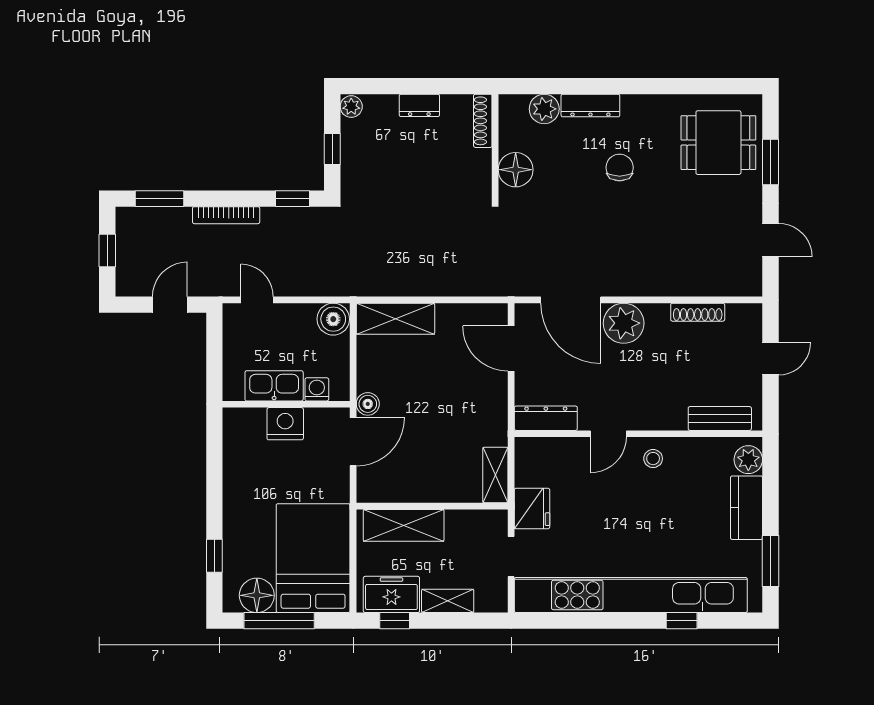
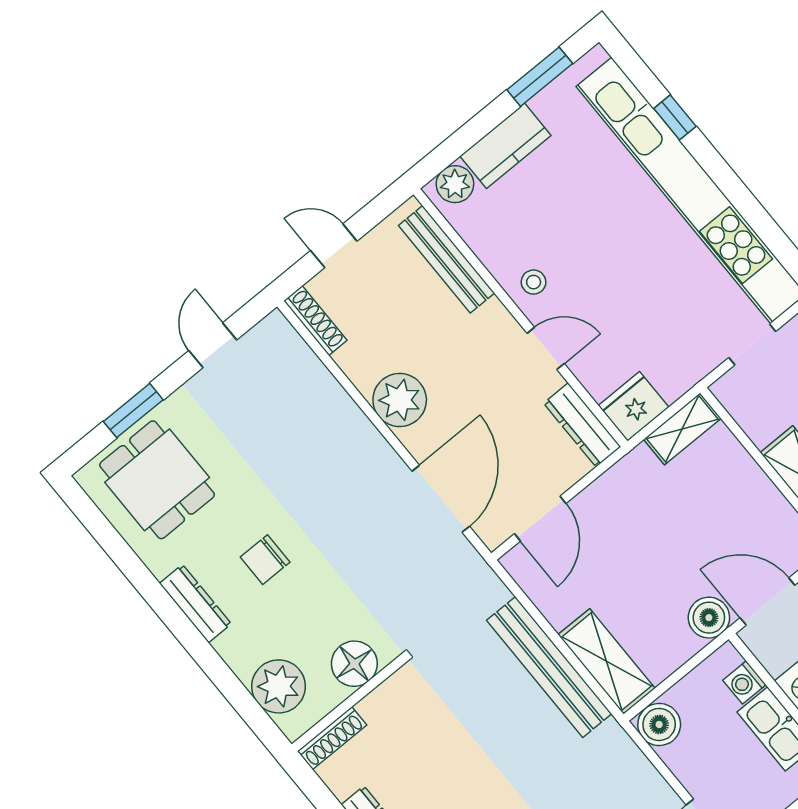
dresser: (590, 106) -> (195, 604), moved
plant: (544, 109) -> (279, 686), width x1.36, depth x1.36
bench: (420, 282) -> (549, 667), added
shoe rack: (698, 312) -> (315, 320), moved
plant: (624, 323) -> (400, 400), moved
boiler: (368, 404) -> (709, 618), width x1.36, depth x1.36
bench: (720, 418) -> (447, 259), width x1.36
fridge: (532, 509) -> (634, 406), moved

